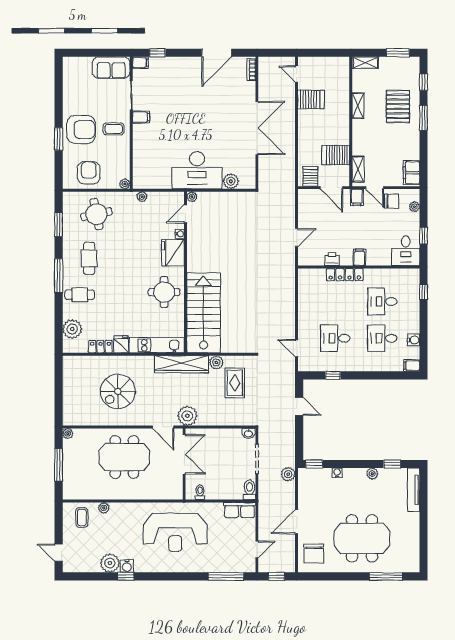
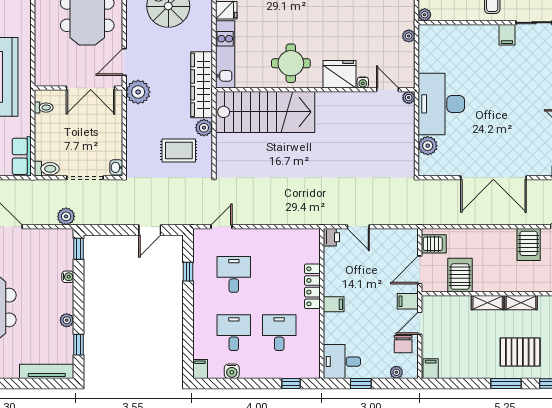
shelving: (358, 169) -> (488, 303), moved
filing cabinet: (411, 173) -> (431, 369), width x0.50
printer: (332, 259) -> (331, 237), moved

